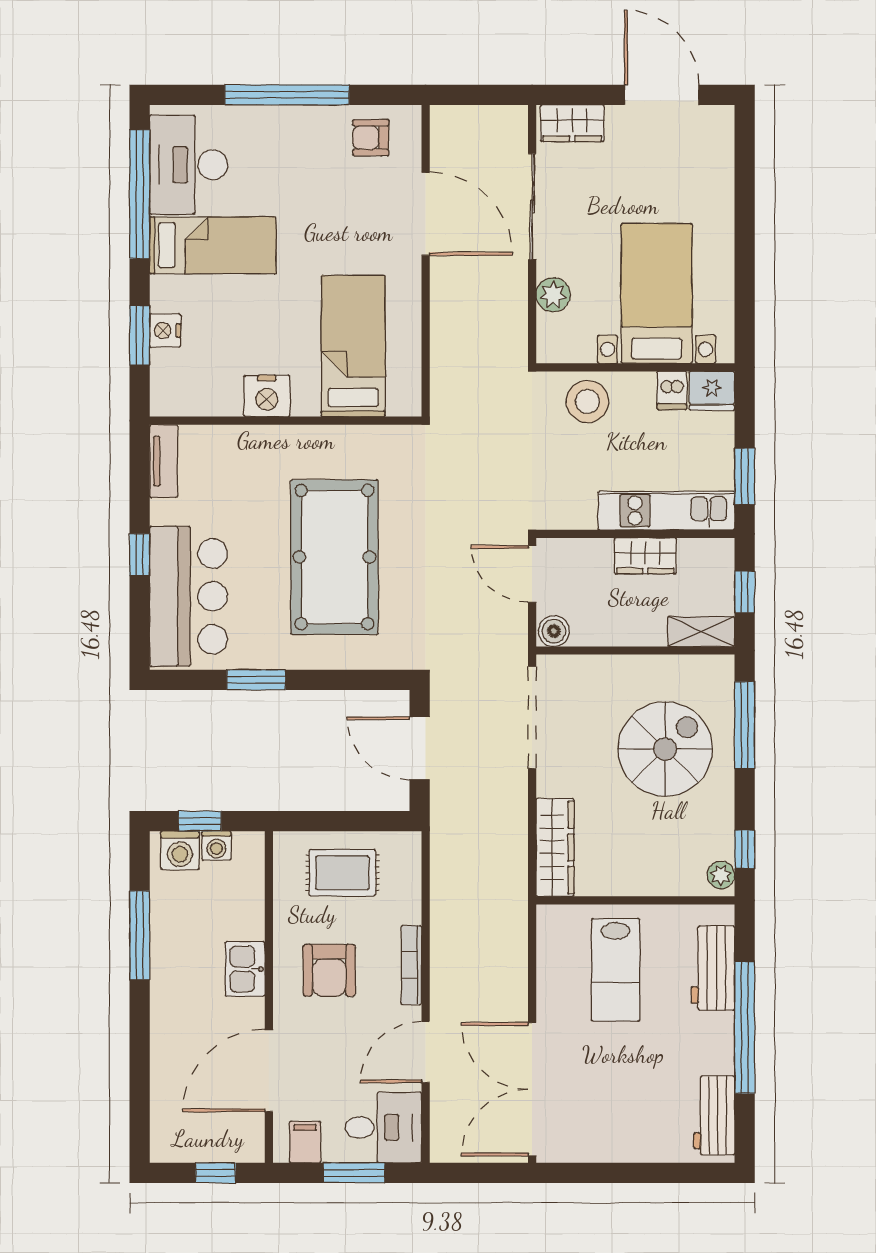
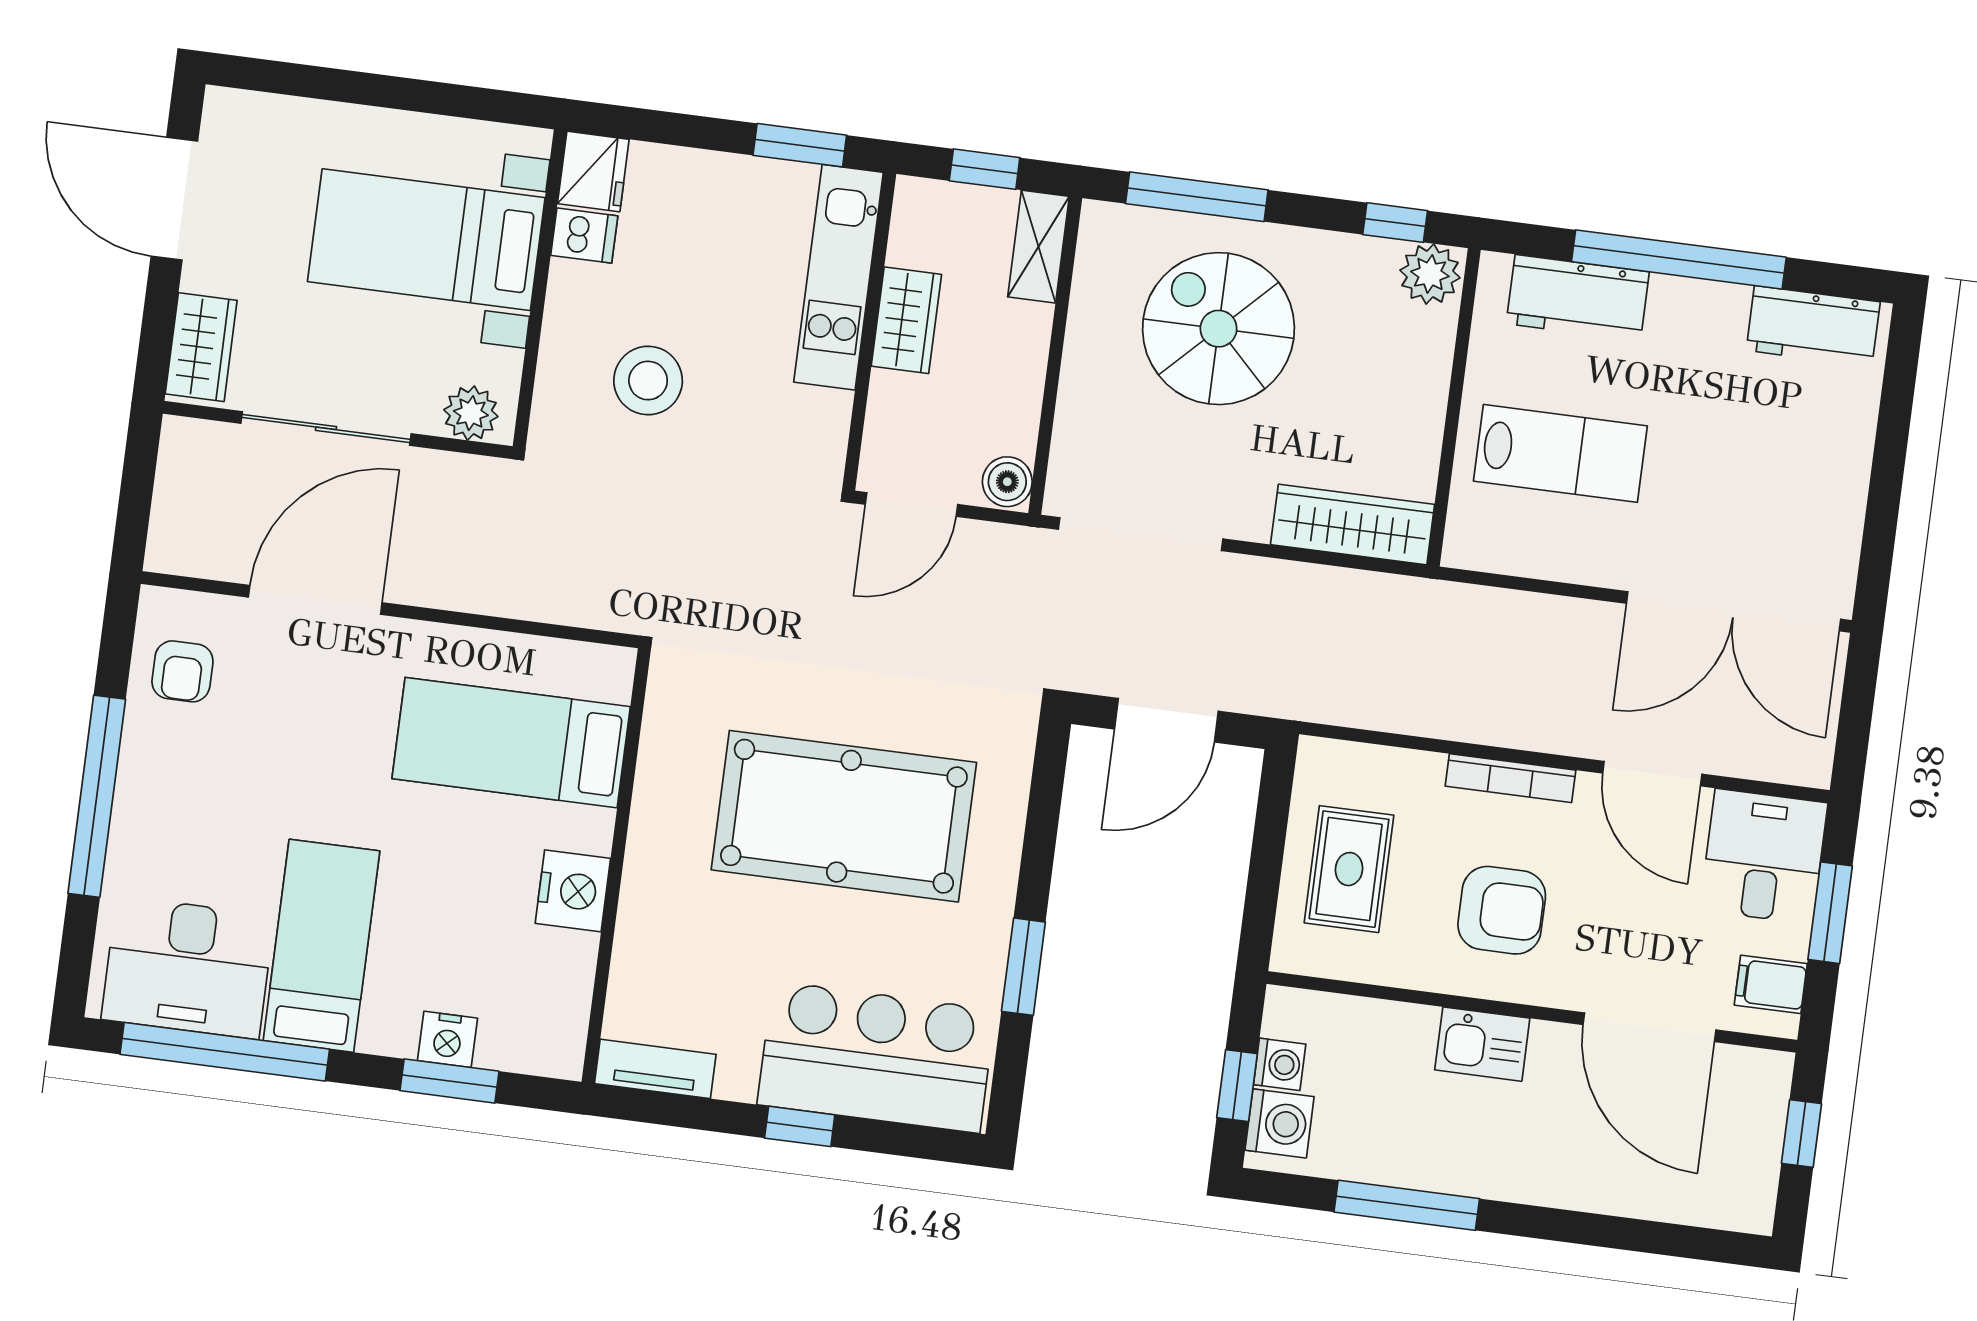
door: (662, 95) -> (174, 199), hinge flipped
bed with nightstands: (657, 293) -> (426, 240), moved
wall: (635, 367) -> (540, 289), moved
dishwasher: (672, 390) -> (584, 236), moved
fridge: (712, 391) -> (593, 171), moved
plant: (721, 875) -> (1430, 274), width x1.38, depth x1.38

